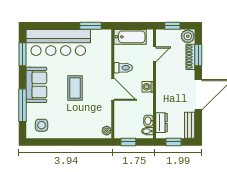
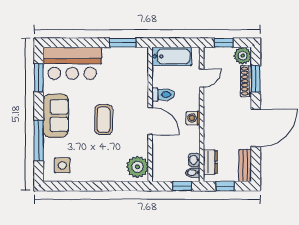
bar counter: (58, 42) -> (72, 63), width x0.73
plant: (107, 131) -> (137, 167), width x1.88, depth x1.88
window: (128, 142) -> (182, 186), moved

